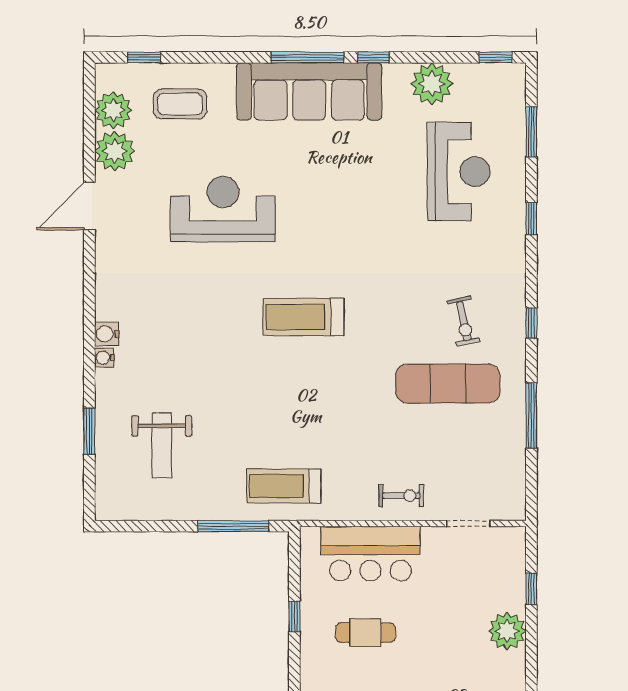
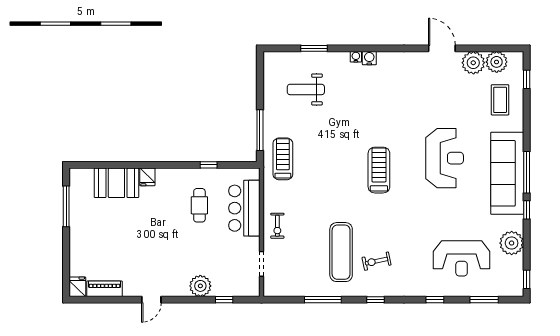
reception desk: (223, 209) -> (445, 158), moved

